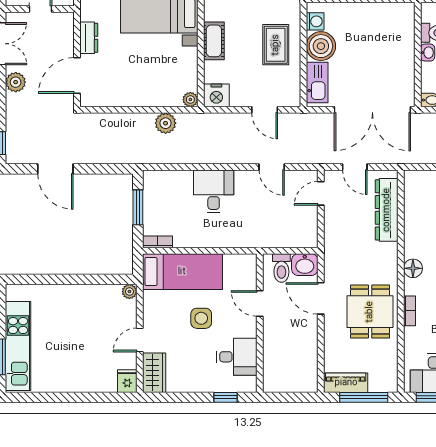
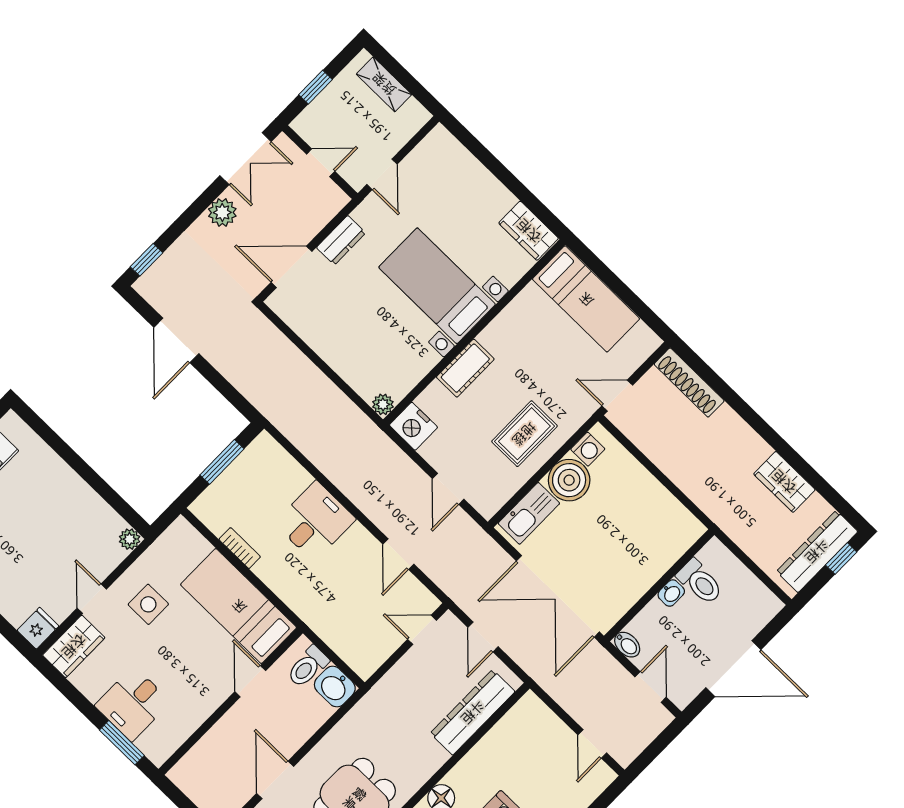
plant: (166, 123) -> (334, 404), removed
bookcase: (158, 242) -> (240, 548), moved
bed: (182, 272) -> (239, 606), moved, turned 180
door: (321, 298) -> (275, 780), moved
side table: (201, 318) -> (148, 604), moved
door: (140, 340) -> (92, 599), hinge flipped
desk: (237, 357) -> (133, 704), moved, turned 90
window: (226, 397) -> (122, 743), width x1.50

